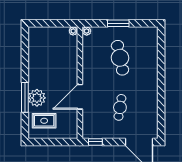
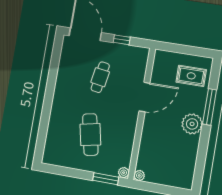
window: (118, 23) -> (106, 179), moved
plant: (37, 98) -> (192, 124), moved
window: (95, 142) -> (122, 40), moved

